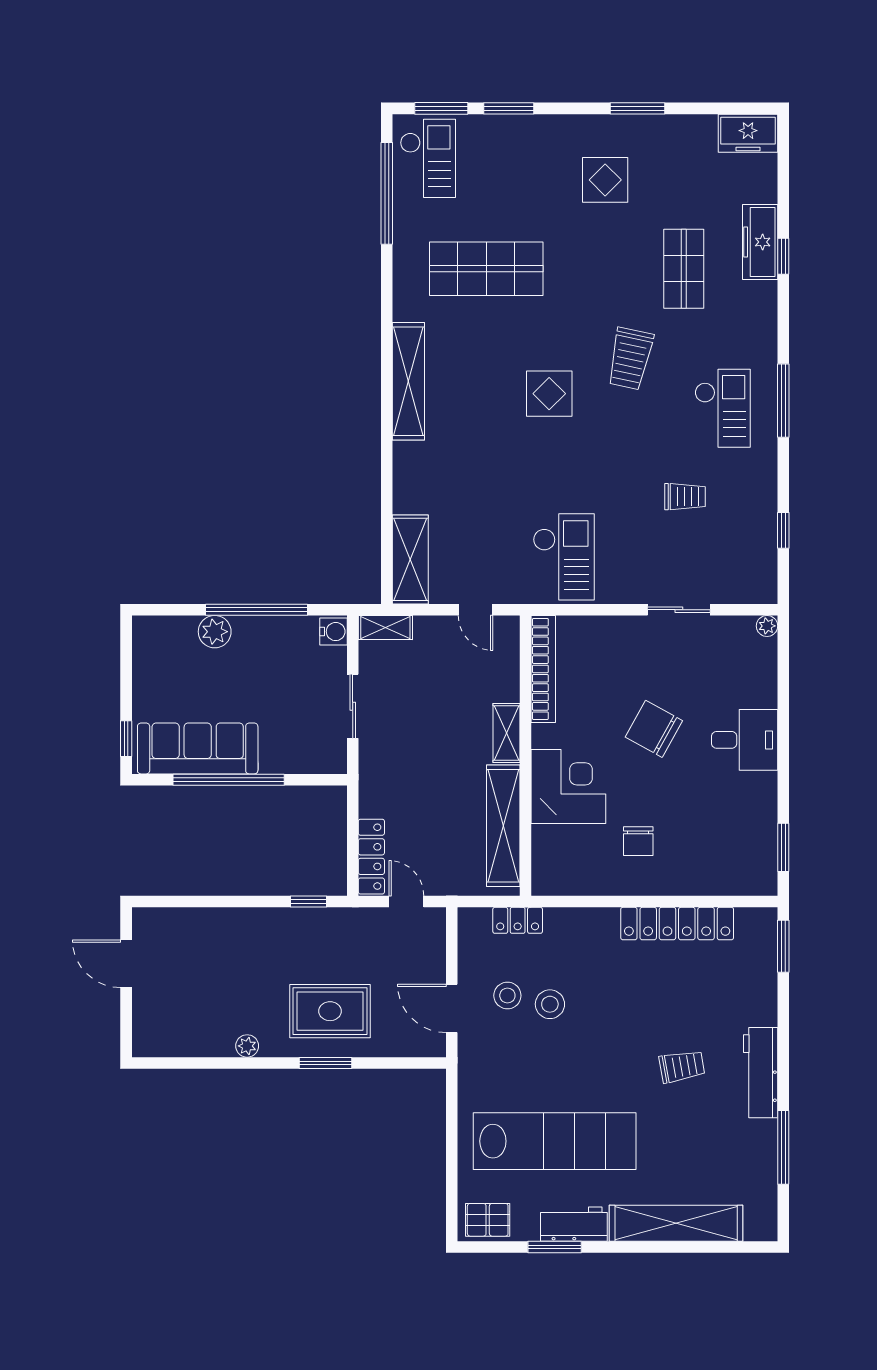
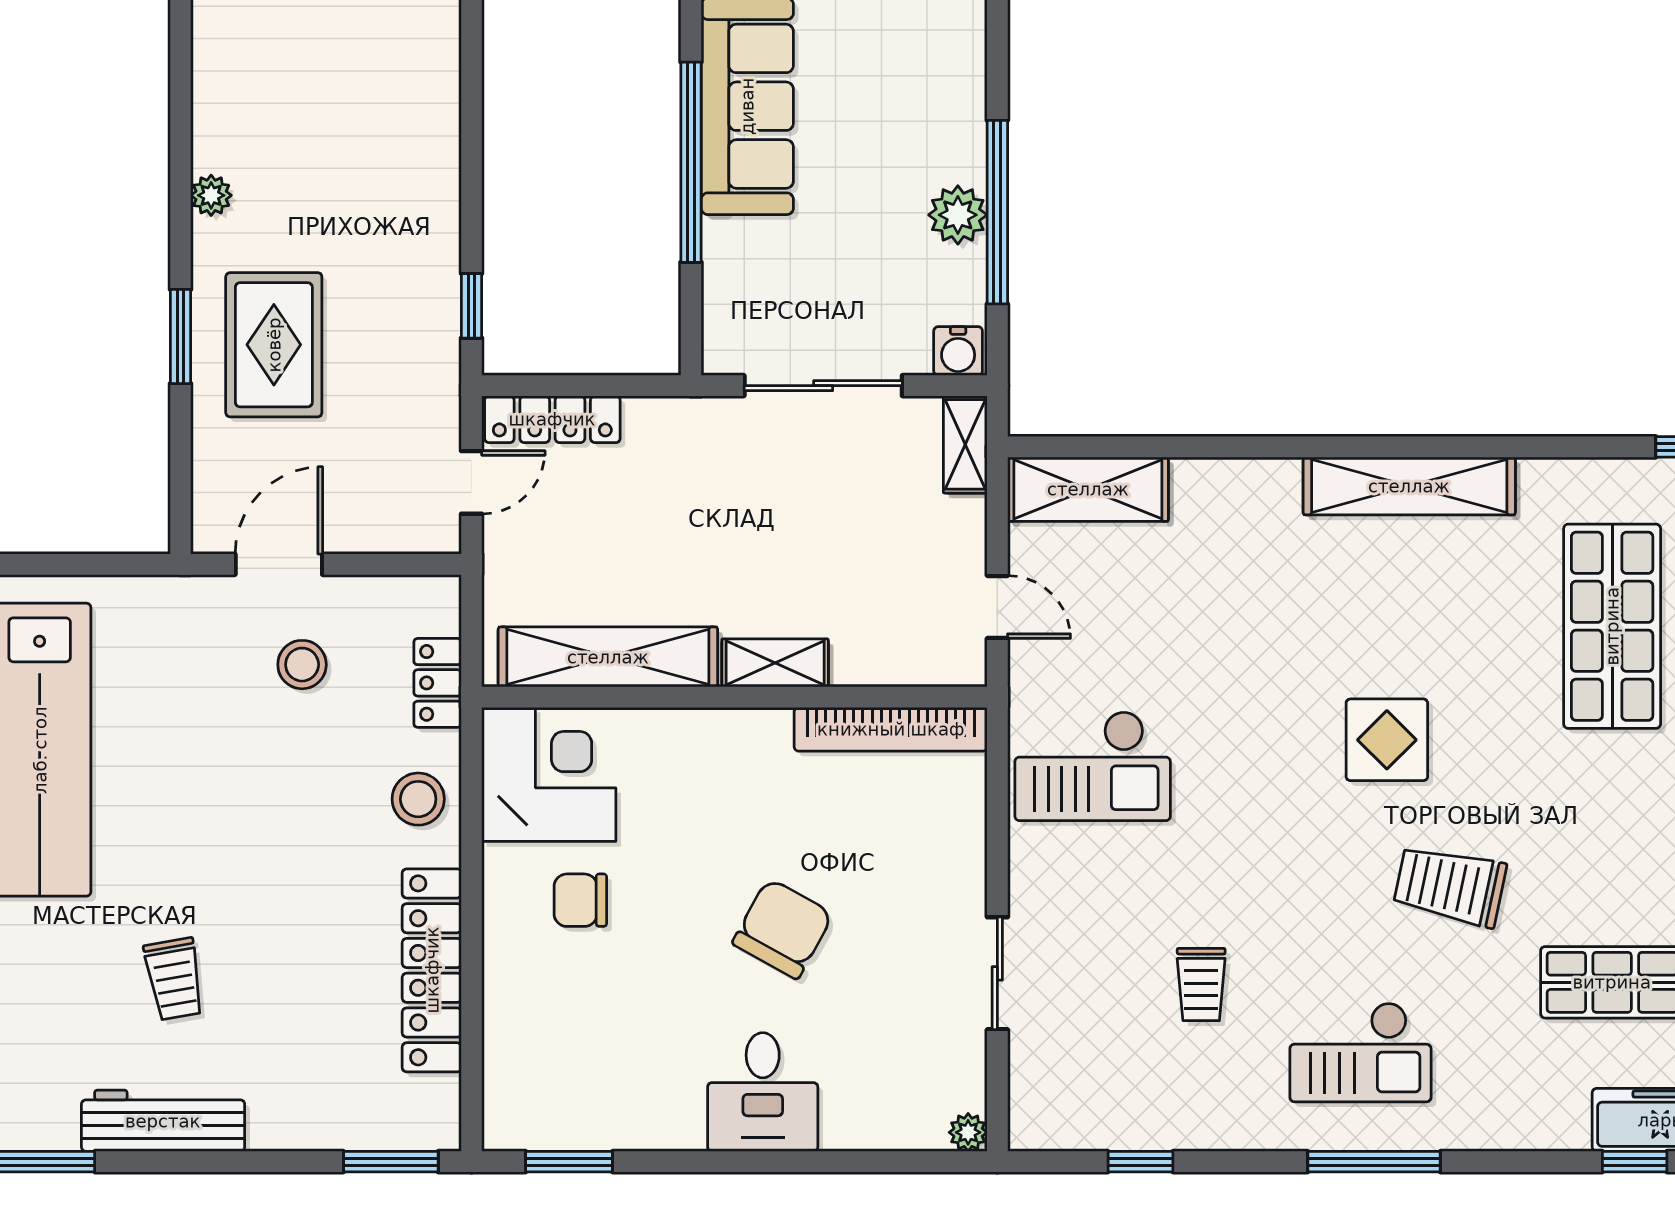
door: (476, 610) -> (997, 607), swing flipped
plant: (215, 632) -> (958, 215), moved
sliding door: (353, 706) -> (823, 386), width x1.37
corner desk: (568, 786) -> (549, 774), moved, turned -90
stool: (550, 1004) -> (418, 799), moved

